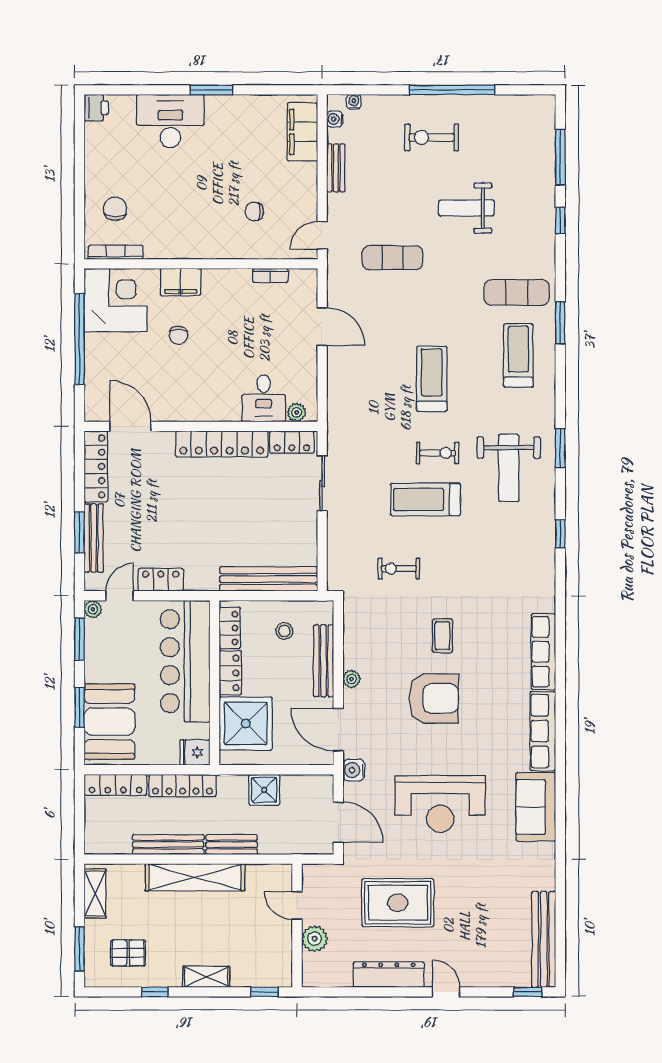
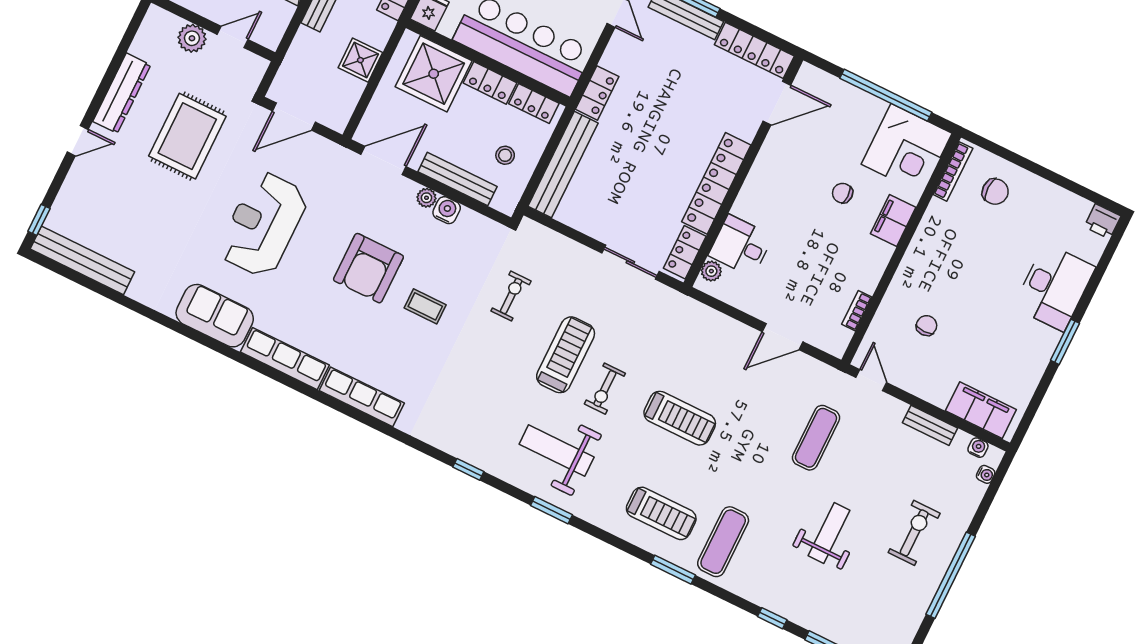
locker: (161, 580) -> (597, 93), moved
water cooler: (354, 770) -> (447, 210), moved

